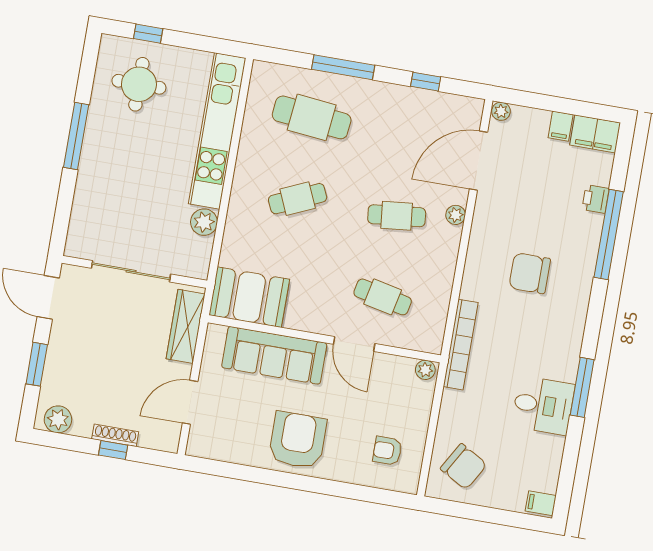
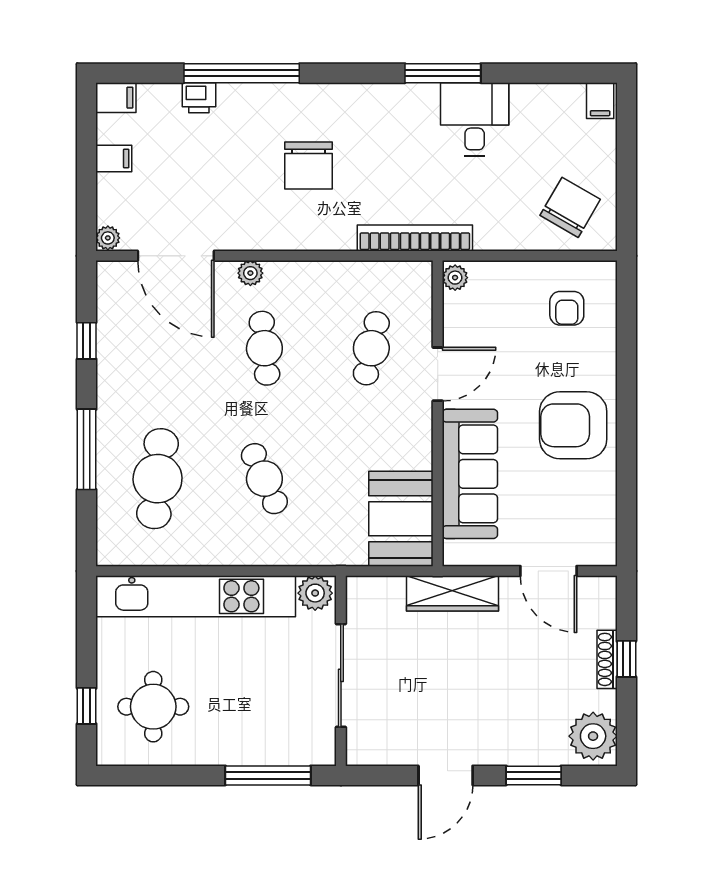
filing cabinet: (595, 134) -> (116, 98), width x0.50
window: (76, 136) -> (268, 775), moved
sliding door: (131, 271) -> (341, 675), moved
wall: (134, 272) -> (341, 671), moved
plant: (58, 419) -> (593, 736), width x1.36, depth x1.36

